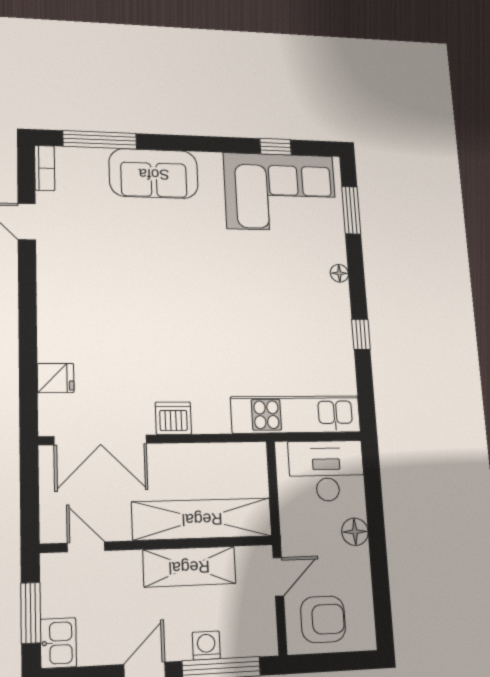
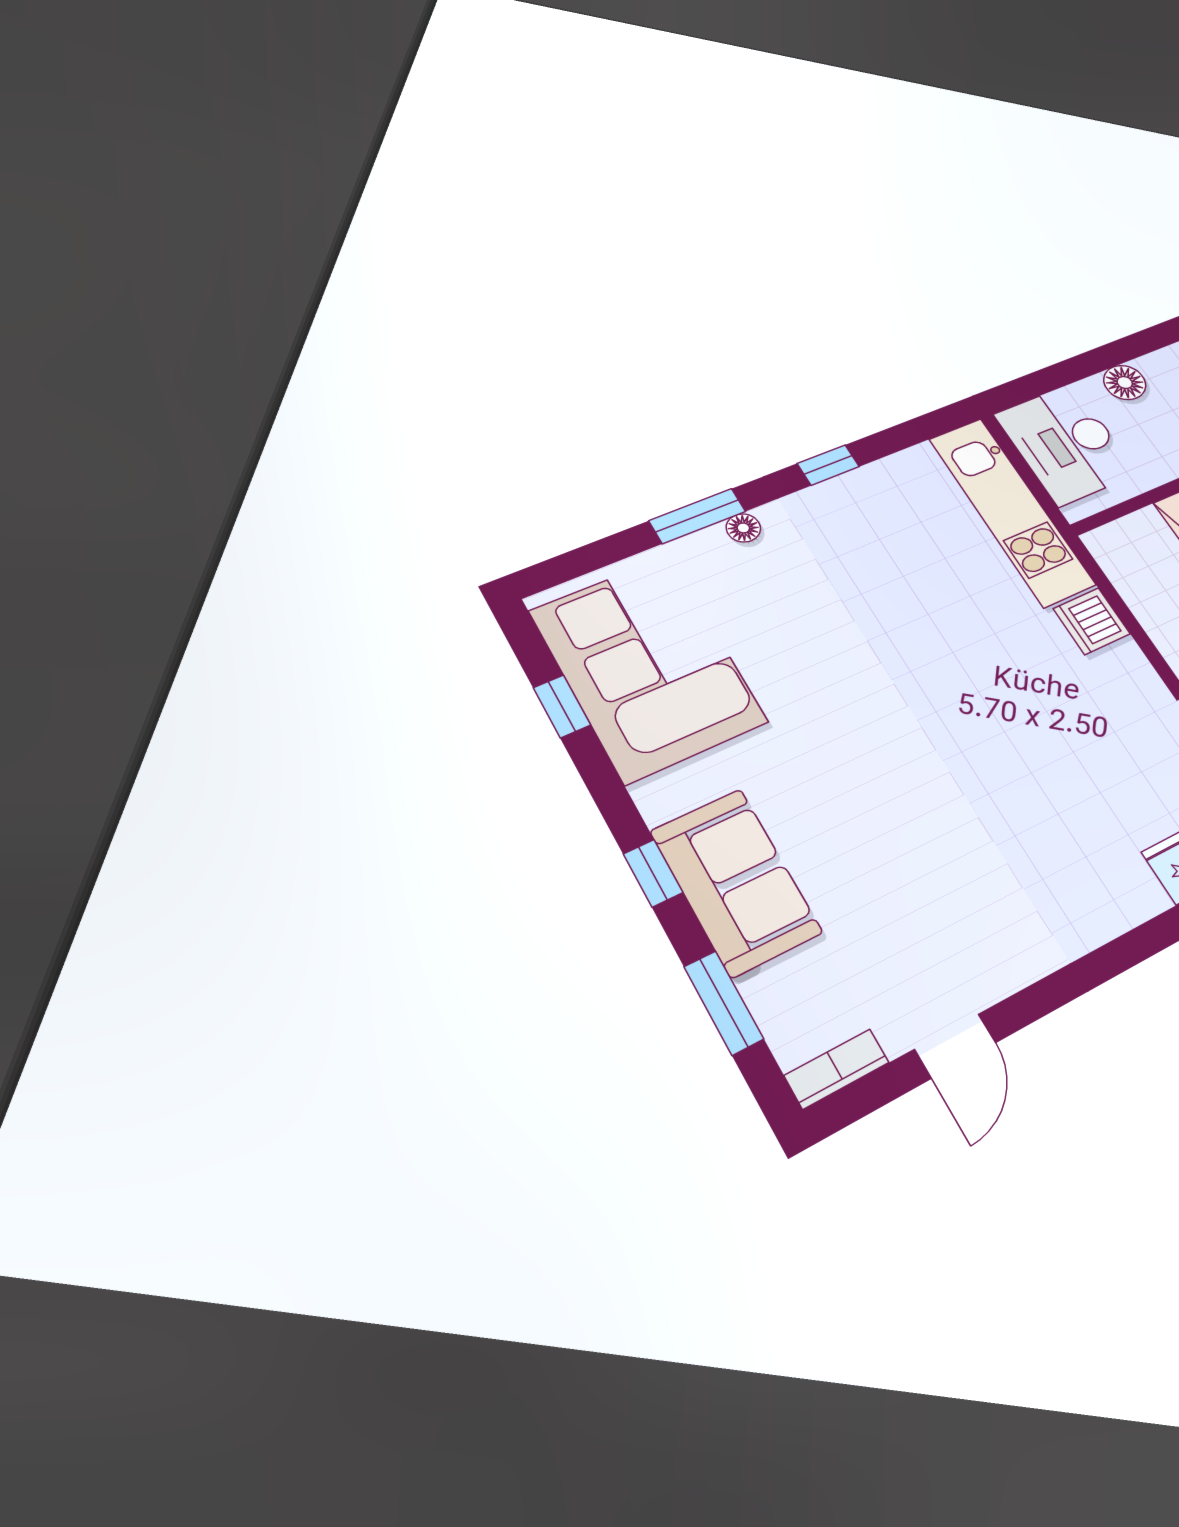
window: (100, 140) -> (724, 1003), width x0.69
window: (175, 143) -> (653, 873), added
window: (351, 210) -> (697, 516), moved
dishwasher: (173, 418) -> (1092, 621), moved

